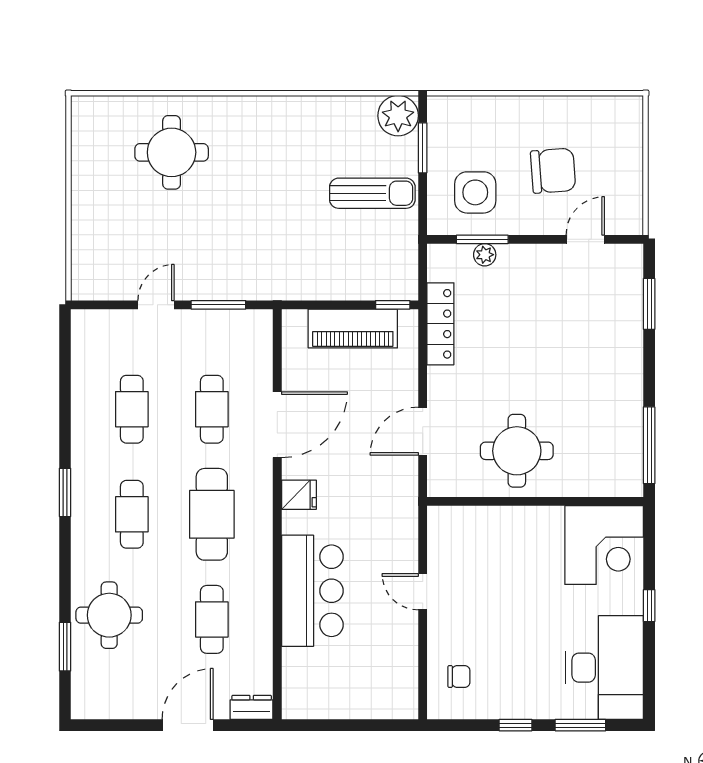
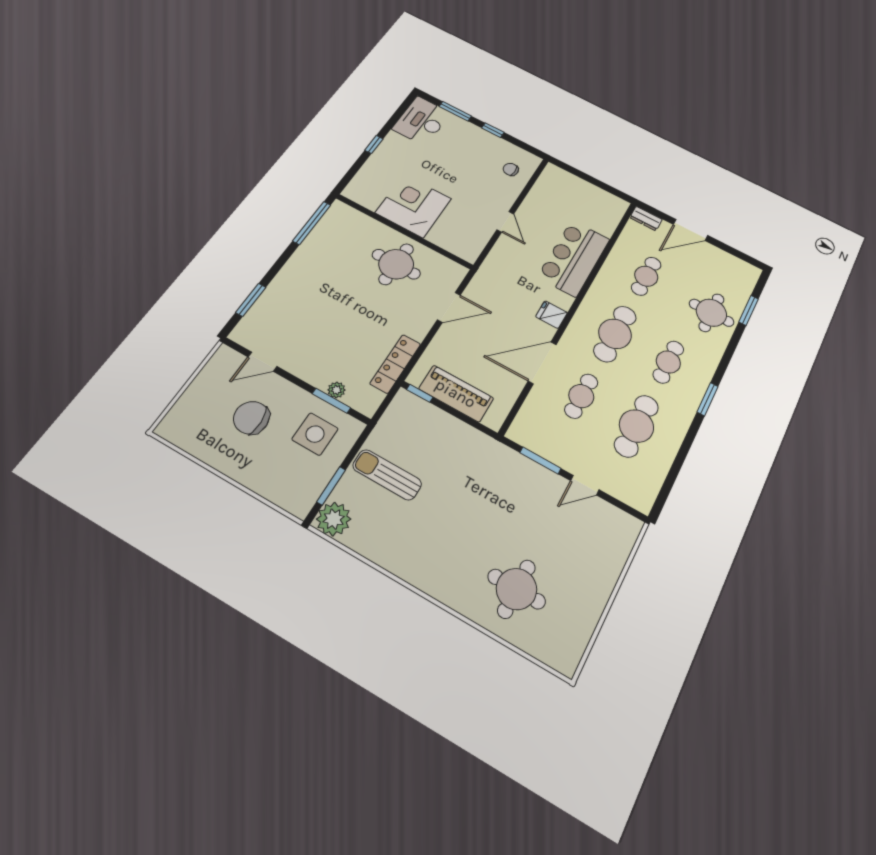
cafe table: (132, 409) -> (636, 426), width x1.37, depth x1.35
corner desk: (604, 545) -> (413, 206), moved
desk: (605, 668) -> (422, 121), width x0.73, depth x0.77

